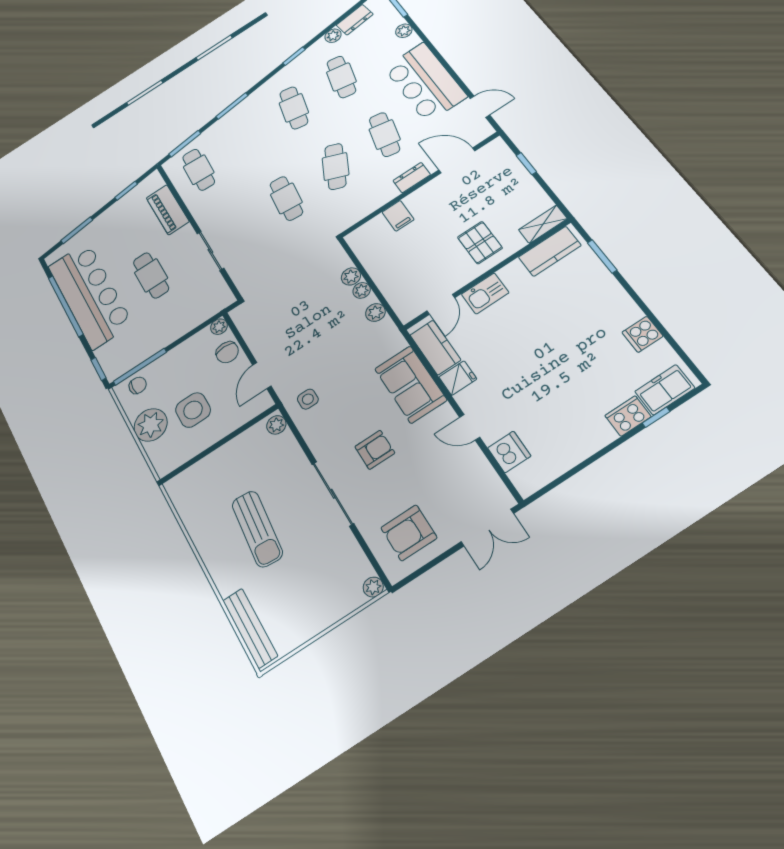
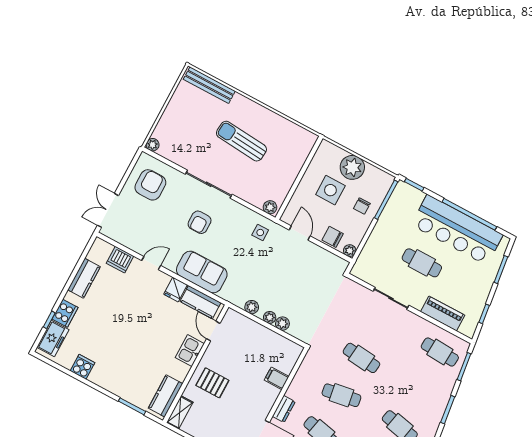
cafe table: (335, 166) -> (341, 395), turned -33
chair: (138, 385) -> (362, 206), moved
kitchen counter: (574, 451) -> (84, 278), added

